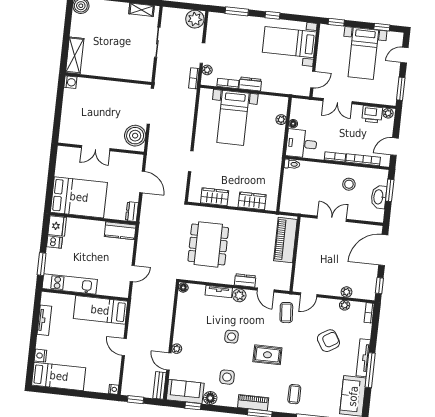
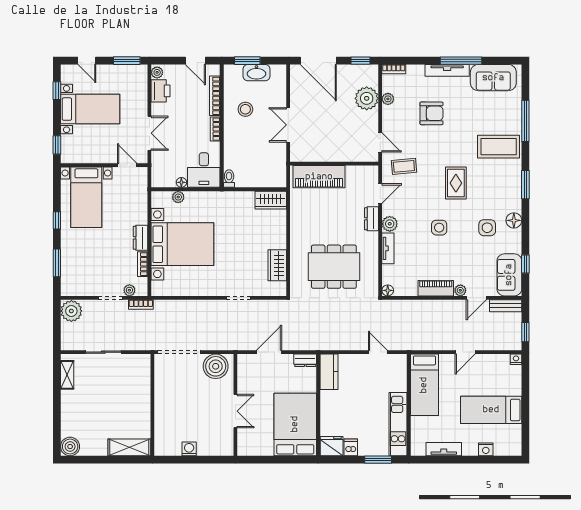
washing machine: (70, 82) -> (189, 449), moved
bed with nightstands: (233, 118) -> (182, 244), width x1.36
wardrobe: (252, 201) -> (271, 200), moved, turned -90
plant: (346, 292) -> (367, 98), width x1.87, depth x1.87
armchair: (328, 341) -> (431, 113), turned 121
bed: (59, 376) -> (491, 410), moved, turned -90
coffee table: (294, 394) -> (499, 147), width x1.86, depth x1.72
floor lamp: (210, 398) -> (514, 220), moved
piano: (253, 403) -> (436, 288), moved, turned 90

